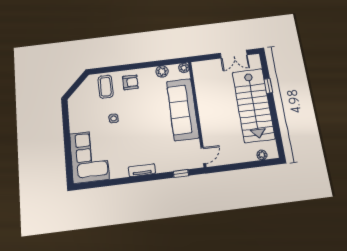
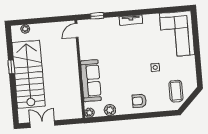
window: (268, 86) -> (11, 67), moved
coffee table: (106, 87) -> (176, 91), moved
sofa: (183, 109) -> (91, 81), width x0.74, depth x0.79

